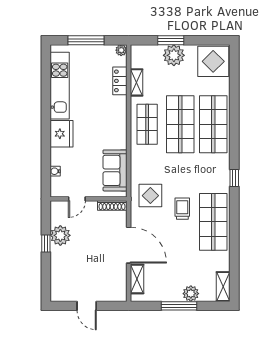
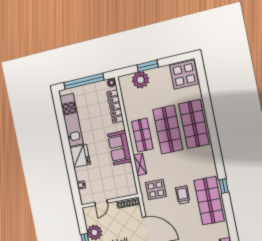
window: (86, 40) -> (84, 81), width x1.46
plant: (174, 55) -> (141, 80), moved
locker: (120, 81) -> (115, 106), width x1.53
shelving: (136, 82) -> (140, 164), moved
sofa: (115, 170) -> (120, 148), moved
window: (234, 178) -> (224, 186), moved

